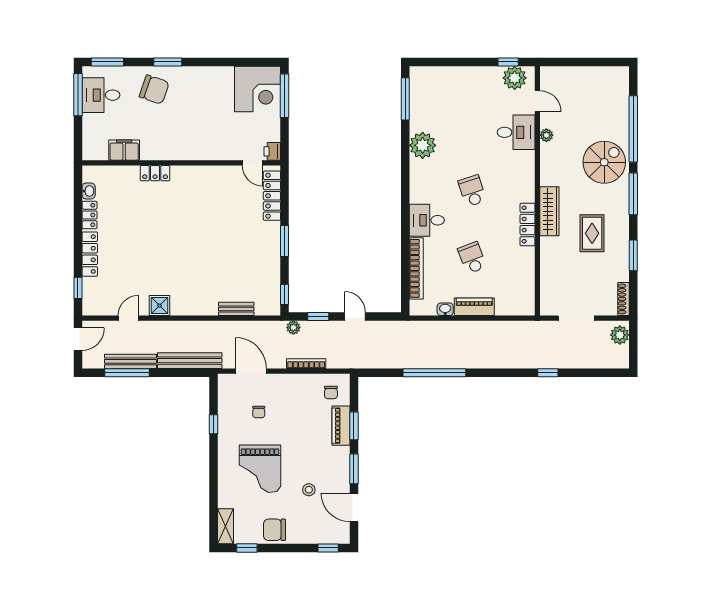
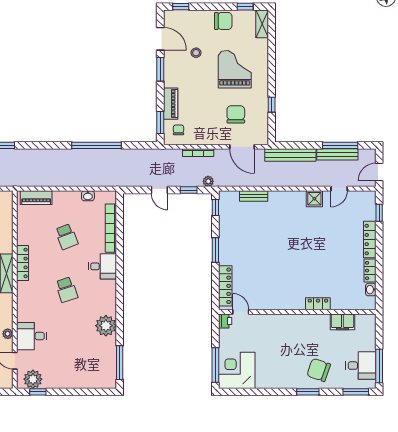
piano: (474, 307) -> (36, 198), moved
chair: (259, 412) -> (236, 114), width x1.87, depth x1.87
window: (354, 426) -> (160, 123), moved

